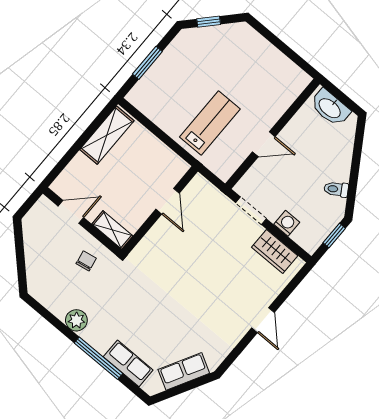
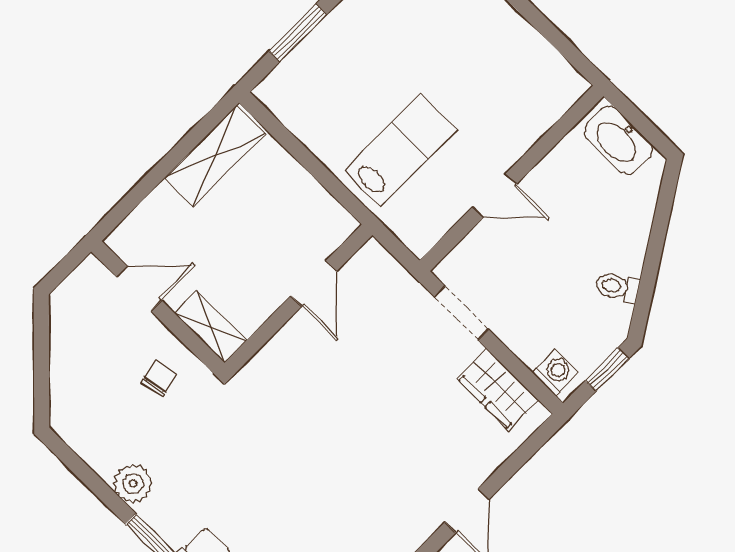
washing machine: (287, 223) -> (556, 372), moved

